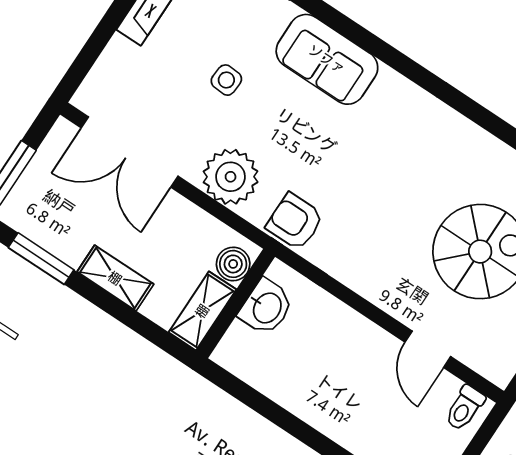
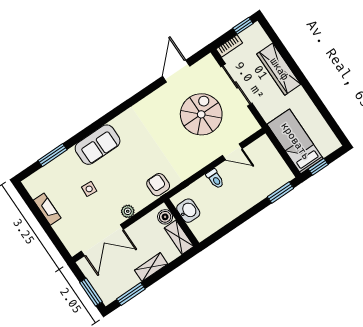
plant: (231, 177) -> (128, 211), width x0.53, depth x0.53
armchair: (295, 222) -> (158, 185), turned 90
toilet: (465, 408) -> (215, 179), moved

